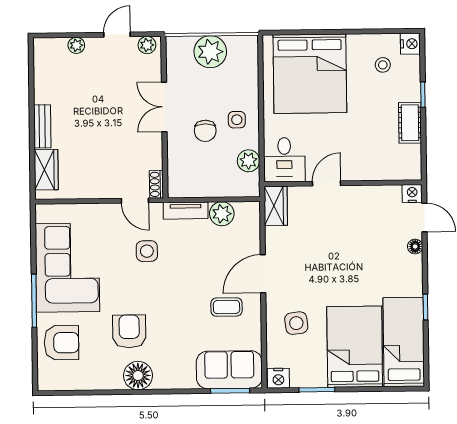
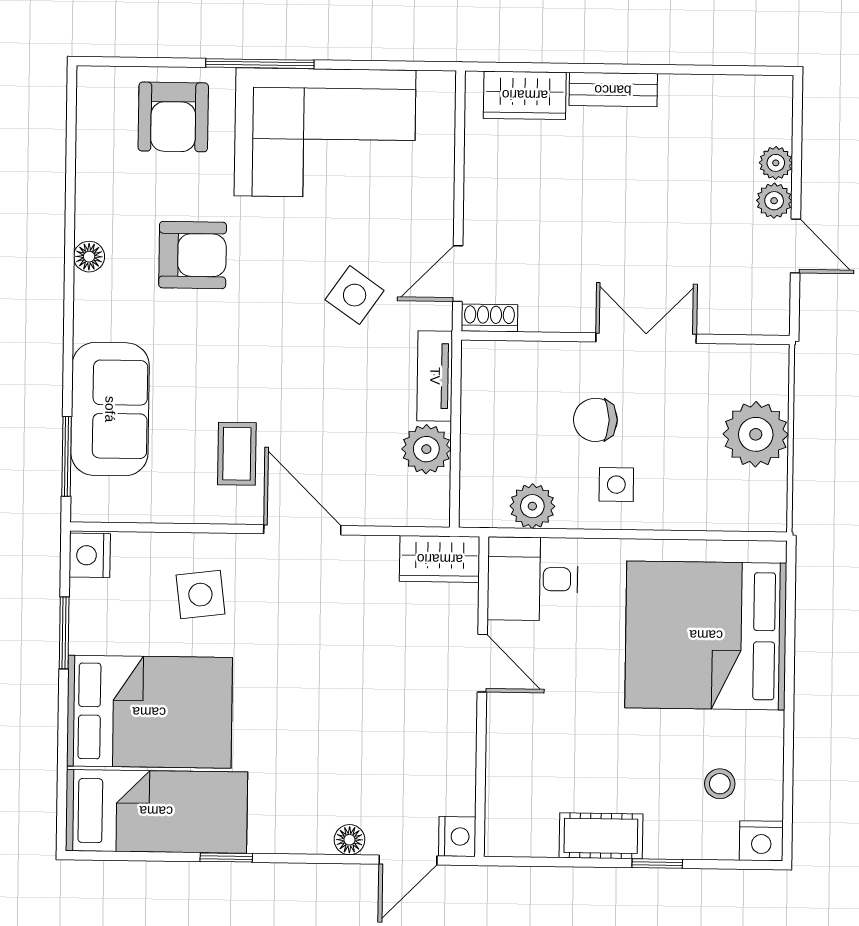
plant: (147, 45) -> (774, 201), moved
side table: (147, 251) -> (355, 295), turned 35
sofa: (229, 370) -> (110, 409), moved
floor lamp: (138, 376) -> (89, 257), width x0.53, depth x0.53

